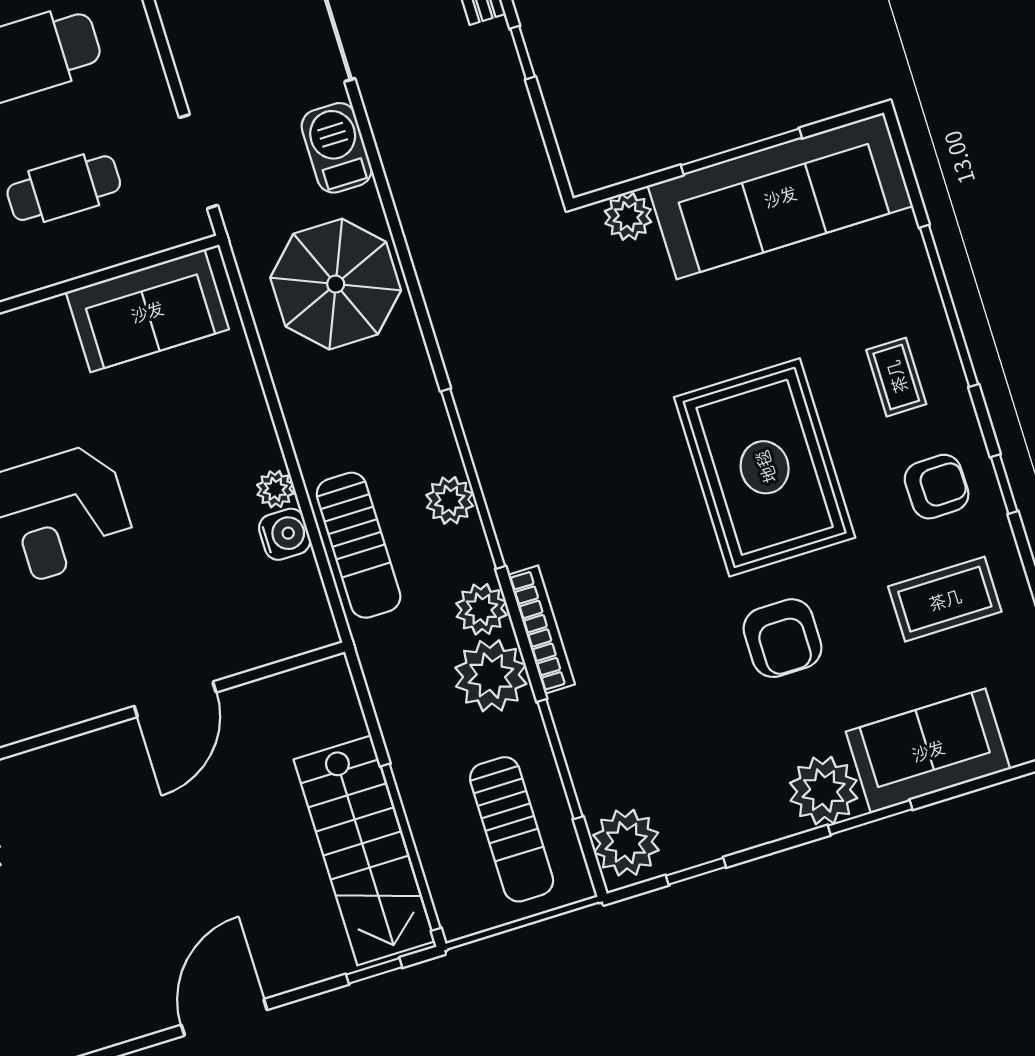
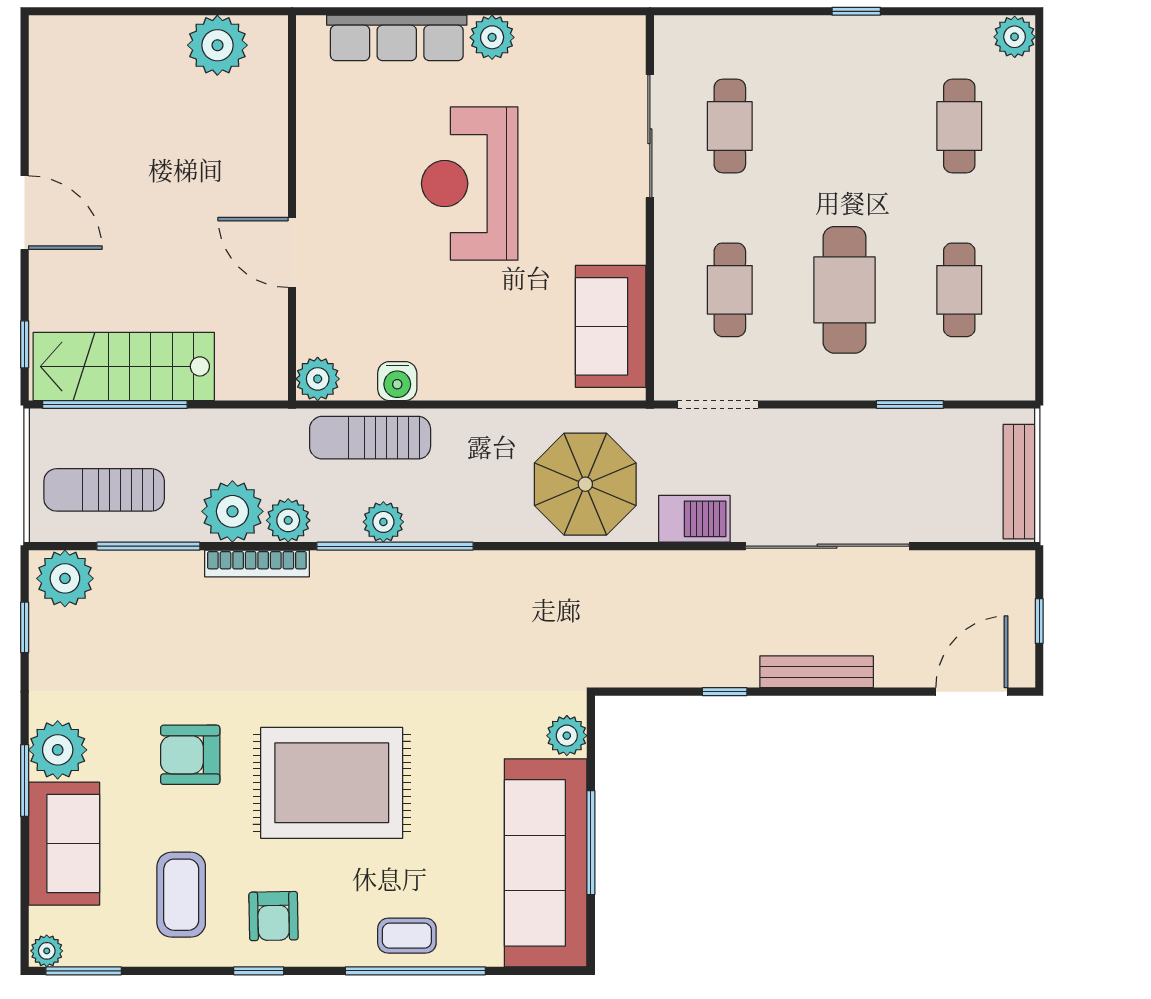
coffee table: (896, 377) -> (407, 936), moved
plant: (275, 489) -> (318, 379), moved, width x1.38, depth x1.38

